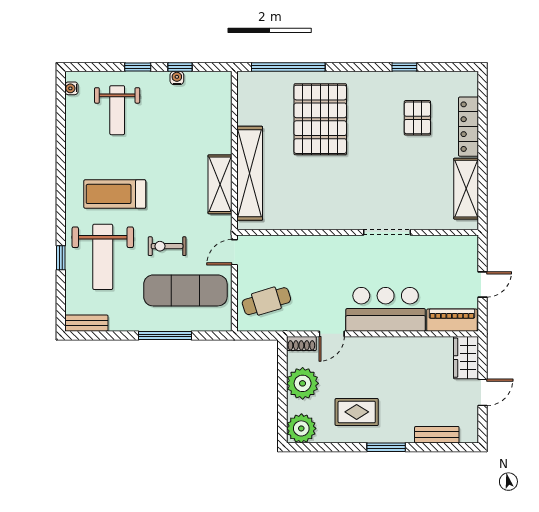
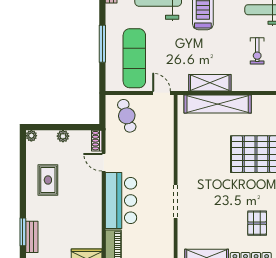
pallet: (417, 118) -> (257, 223), turned 90
exercise bike: (167, 246) -> (257, 51), moved, turned 180
plant: (303, 383) -> (63, 136), width x0.53, depth x0.53
plant: (301, 428) -> (31, 136), width x0.53, depth x0.53
window: (386, 447) -> (23, 232), moved

